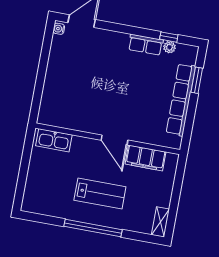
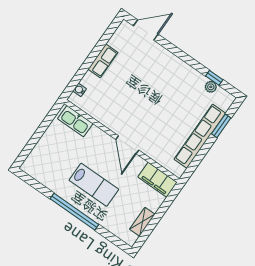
water cooler: (59, 29) -> (80, 90), moved
row of seats: (146, 45) -> (103, 61), moved, turned -90
filing cabinet: (146, 158) -> (158, 180), moved
shelving: (160, 222) -> (142, 222), moved

